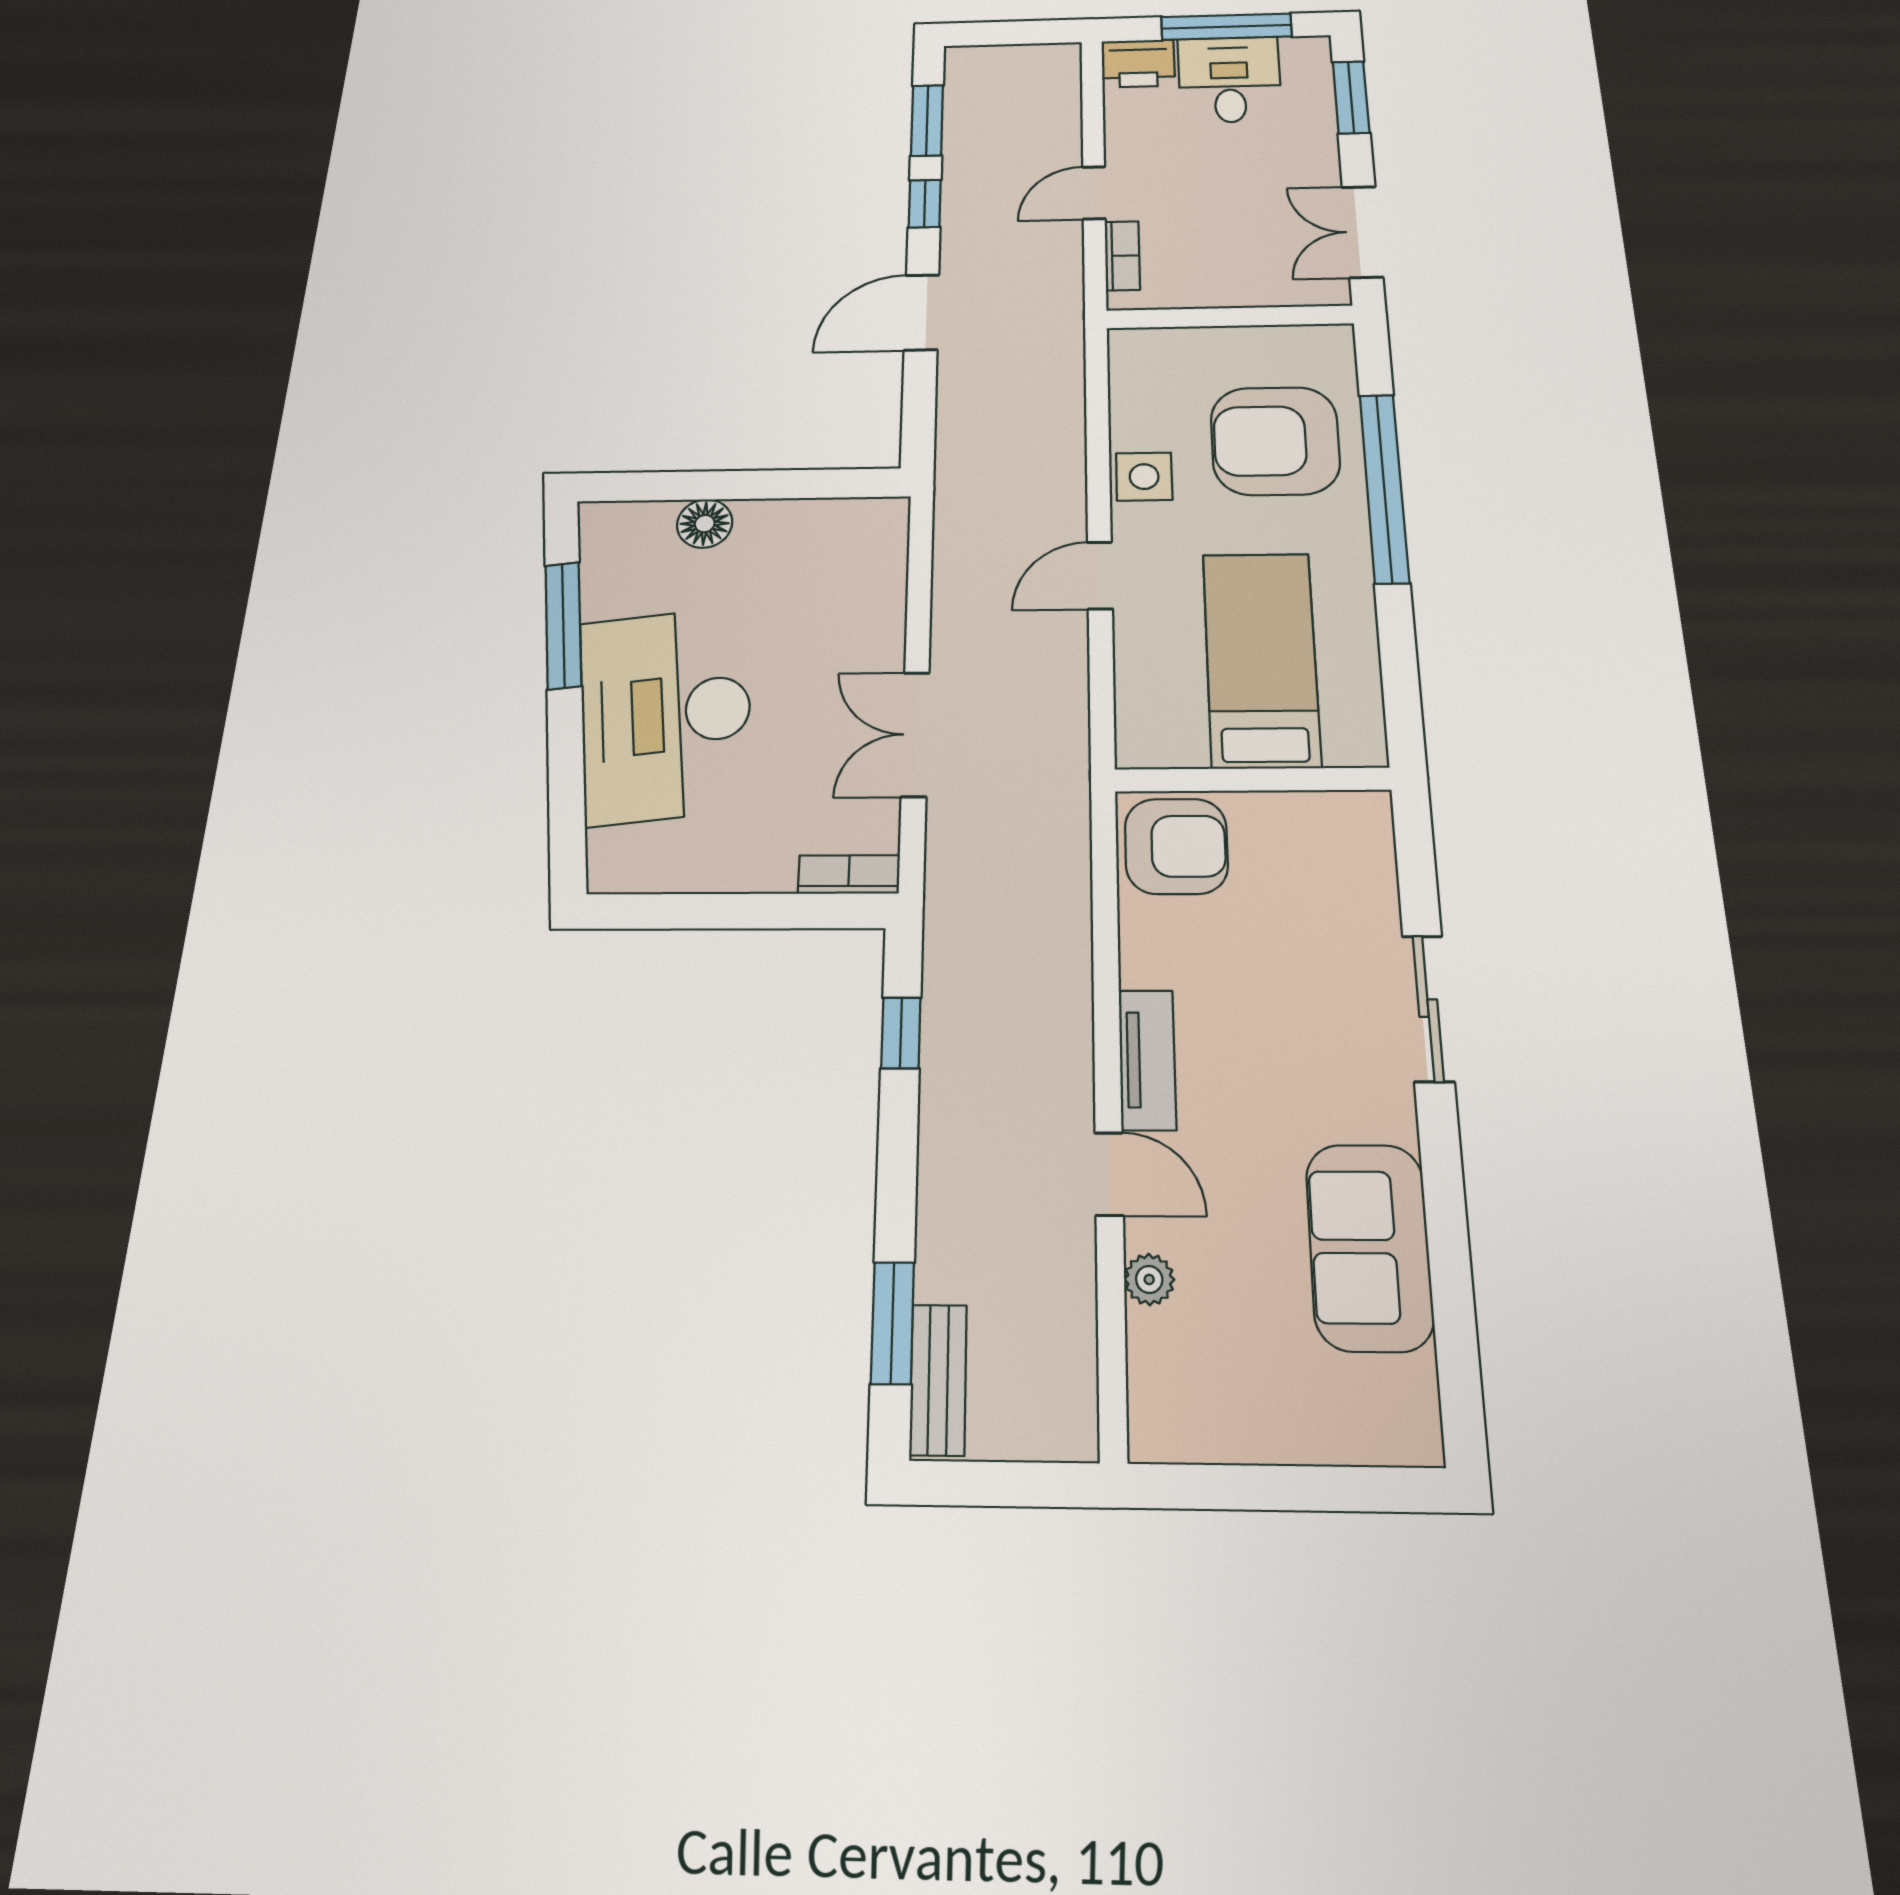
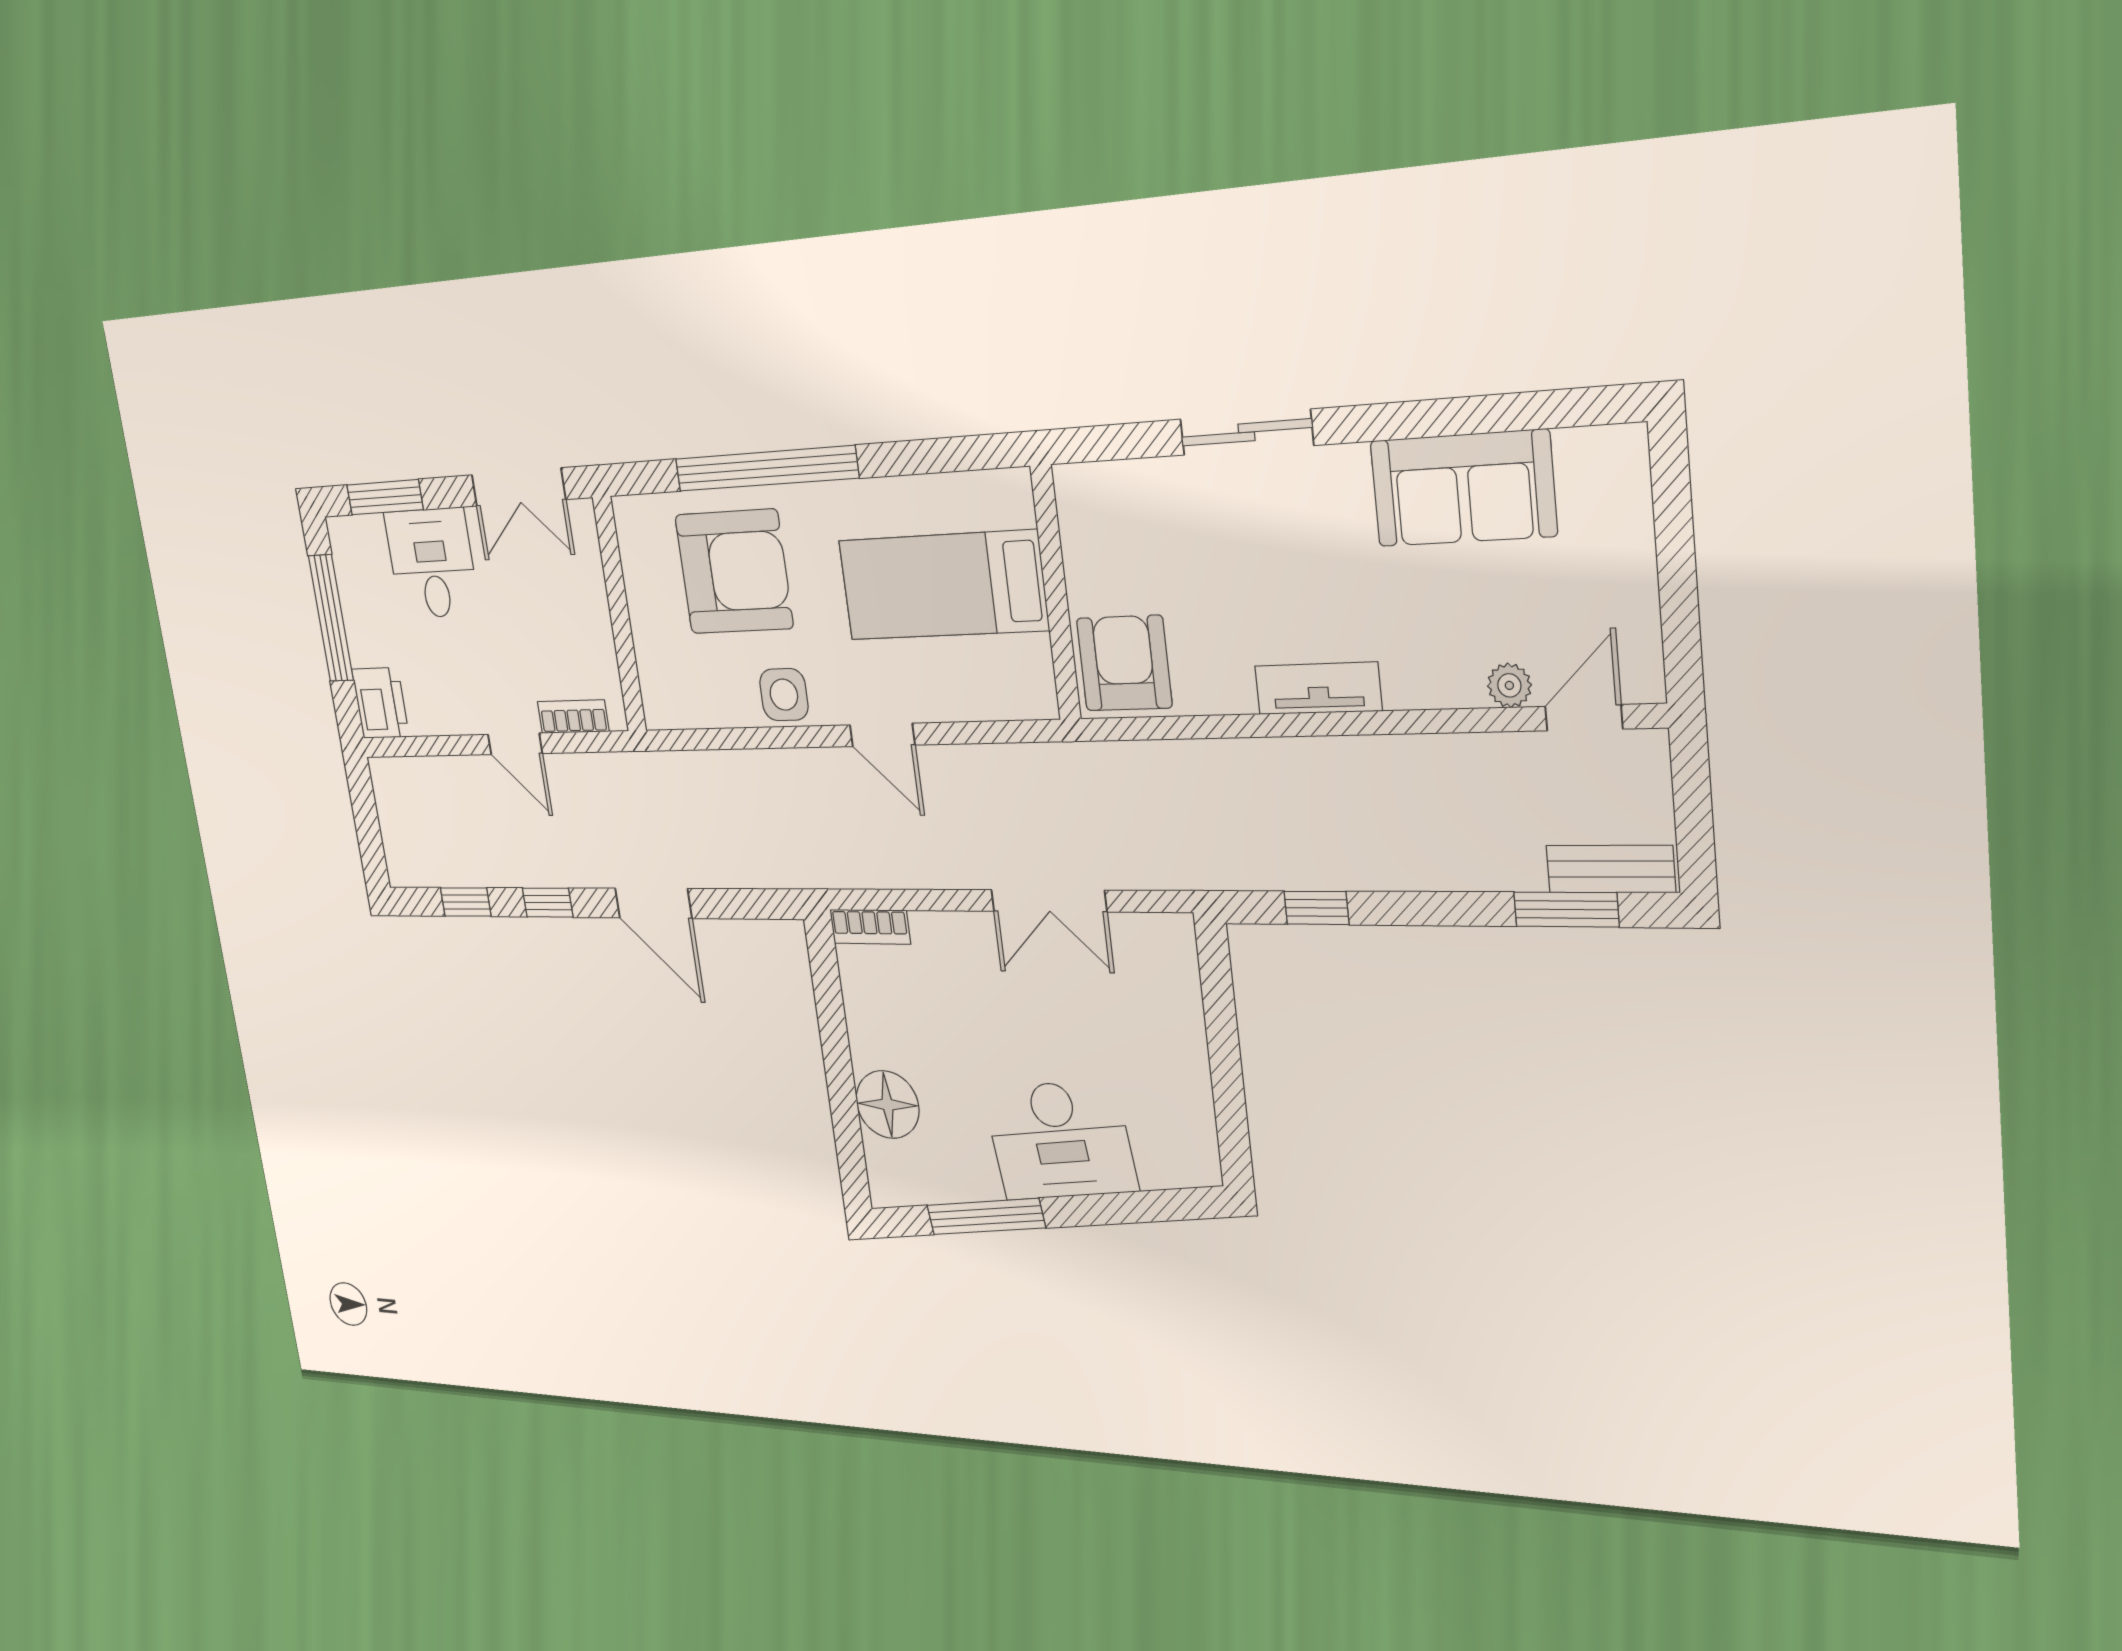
desk: (1229, 80) -> (432, 563), moved, turned 90
window: (927, 120) -> (466, 902), width x0.67
armchair: (1275, 441) -> (734, 572), turned -90
floor lamp: (705, 524) -> (887, 1105), width x1.38, depth x1.38
desk: (666, 714) -> (1060, 1140), width x0.73, depth x0.77
bookcase: (849, 874) -> (870, 927), moved, turned -90
door: (1109, 1174) -> (1584, 718), moved

